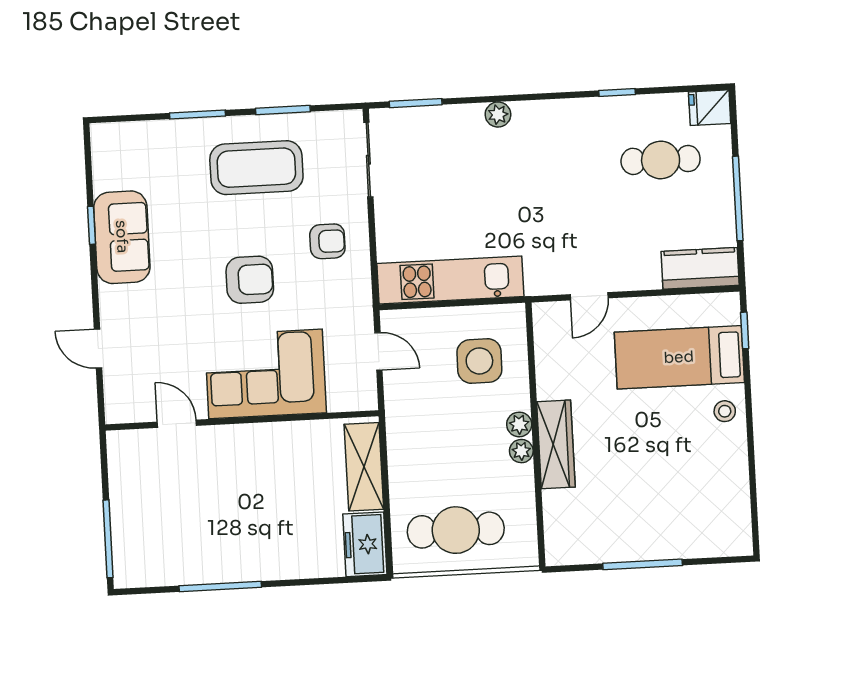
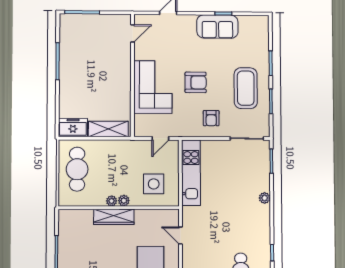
armchair: (250, 280) -> (196, 82), turned -90
door: (177, 424) -> (132, 33), moved

